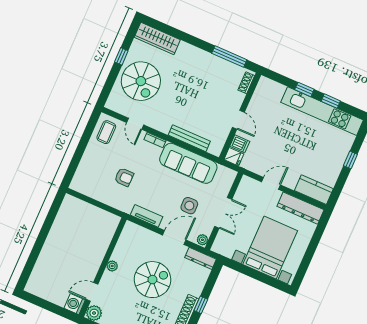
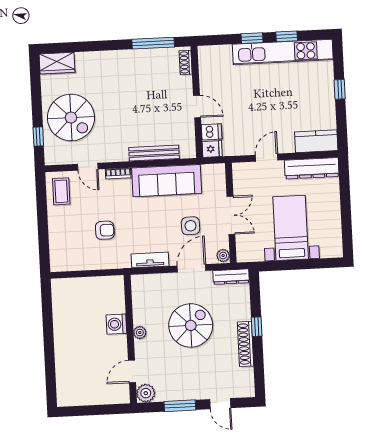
wardrobe: (157, 39) -> (57, 63), width x0.67
window: (121, 56) -> (38, 137), moved
bed with nightstands: (270, 248) -> (291, 228), width x0.73
washing machine: (75, 304) -> (116, 324), moved

